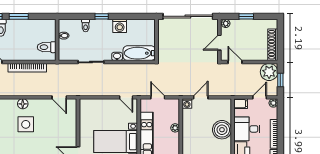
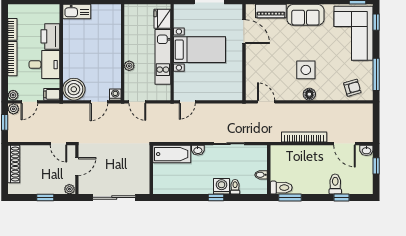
window: (19, 16) -> (290, 197), moved
sliding door: (188, 16) -> (114, 197), width x0.73
washing machine: (120, 26) -> (222, 186), moved
toilet: (47, 47) -> (281, 188), moved
plant: (269, 72) -> (13, 109), moved, width x0.53, depth x0.53
door: (126, 97) -> (187, 102), swing flipped
door: (158, 97) -> (137, 102), moved
boiler: (222, 130) -> (74, 89), moved

